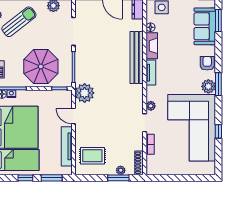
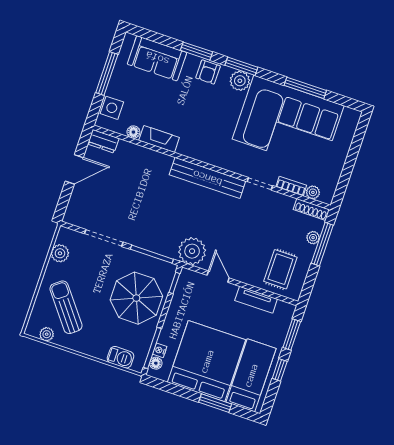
window: (218, 21) -> (196, 51), moved
bench: (137, 57) -> (207, 178), moved
armchair: (207, 63) -> (208, 72), turned -90
tv unit: (151, 73) -> (195, 152), removed
plant: (151, 106) -> (313, 192), moved
door: (73, 116) -> (218, 277), swing flipped
window: (218, 131) -> (305, 88), width x2.17
tv unit: (67, 146) -> (256, 300), width x0.71
window: (118, 178) -> (322, 244), width x1.44

